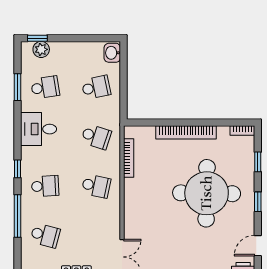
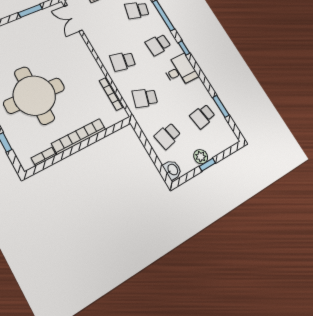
window: (37, 38) -> (207, 165), moved
plant: (41, 49) -> (201, 157), moved
desk: (39, 129) -> (180, 71), moved
bookcase: (242, 130) -> (44, 157), moved

